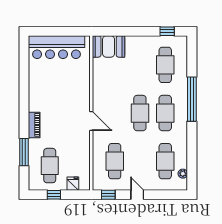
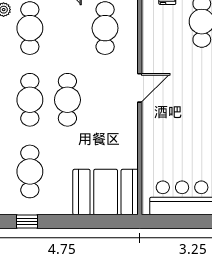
booth: (109, 46) -> (106, 192), width x1.36, depth x1.42
door: (91, 121) -> (140, 88), swing flipped

